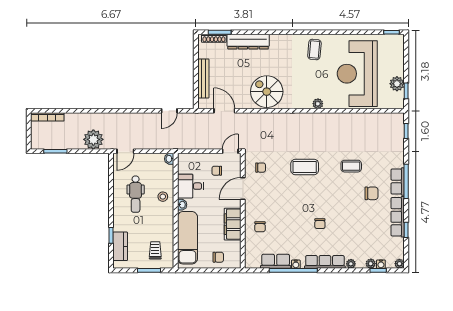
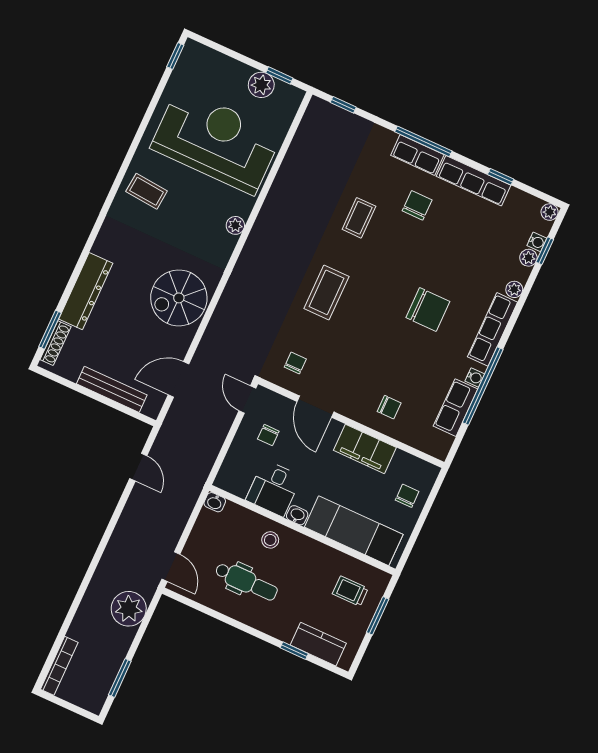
reception desk: (357, 74) -> (216, 141), turned 180
chair: (320, 224) -> (428, 310), width x1.87, depth x1.87

